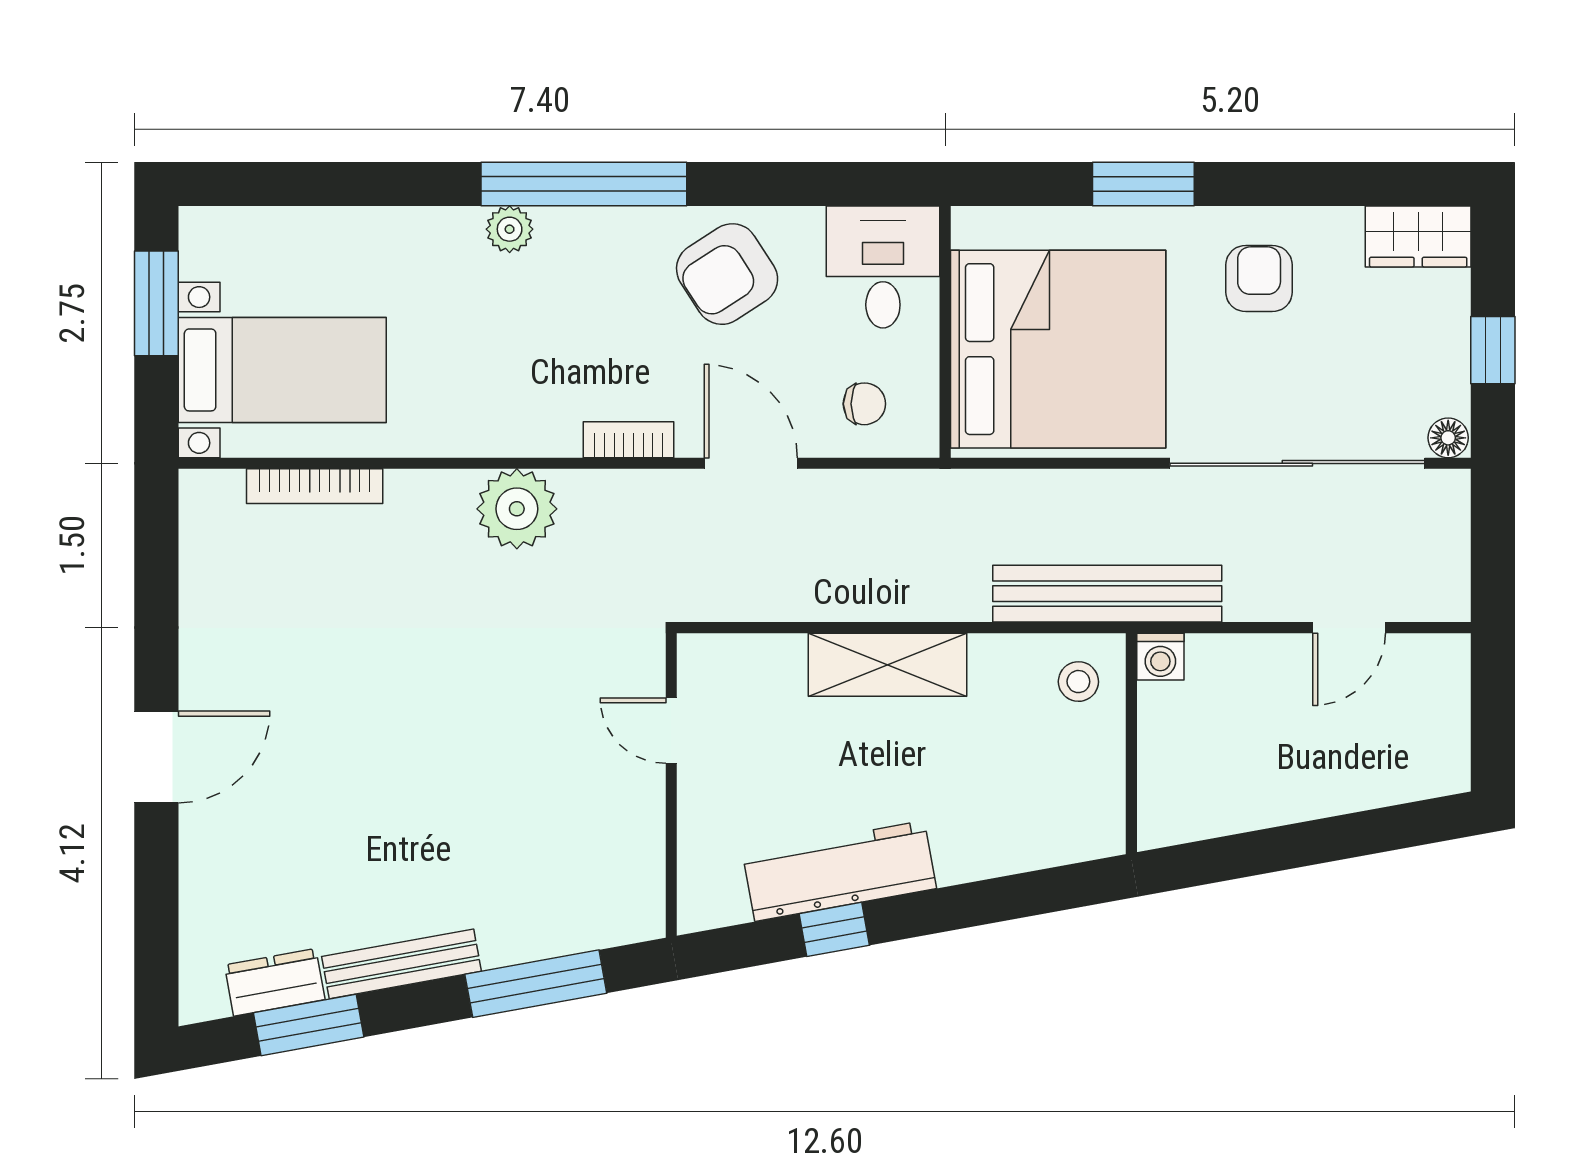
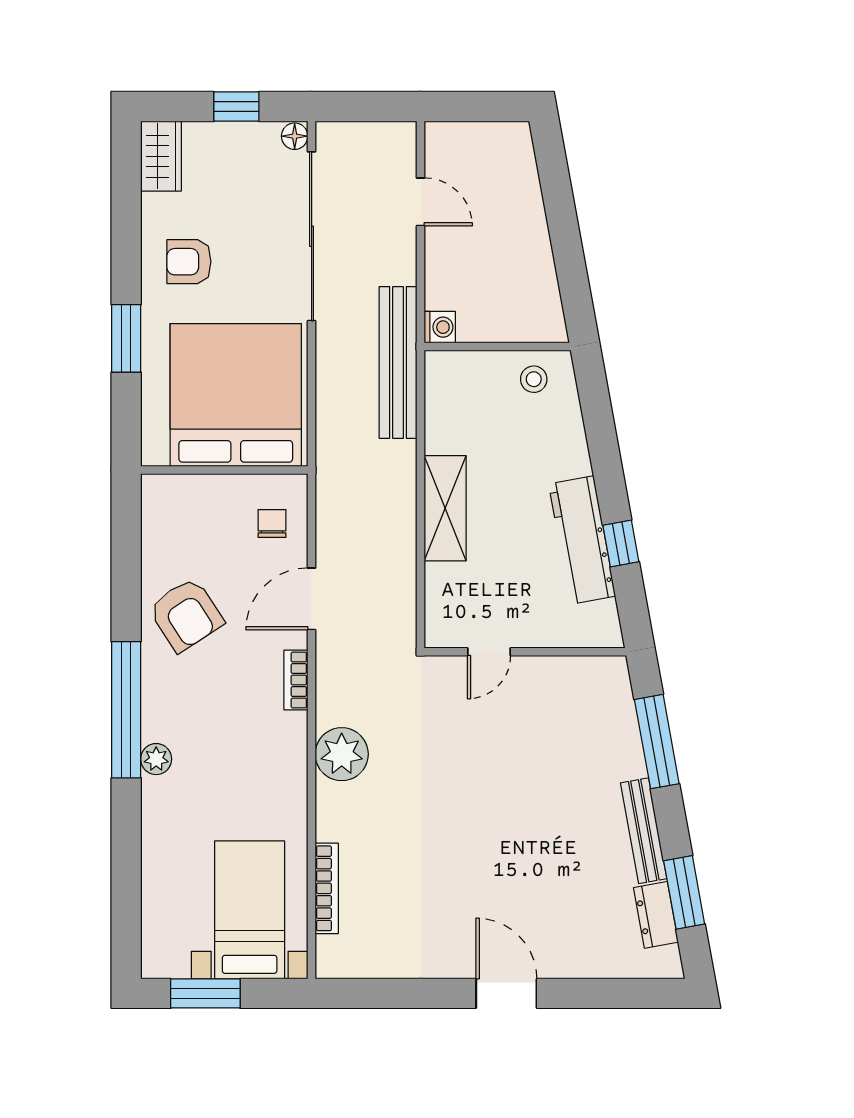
desk: (883, 267) -> (181, 511), removed
stool: (1078, 682) -> (534, 379), moved

